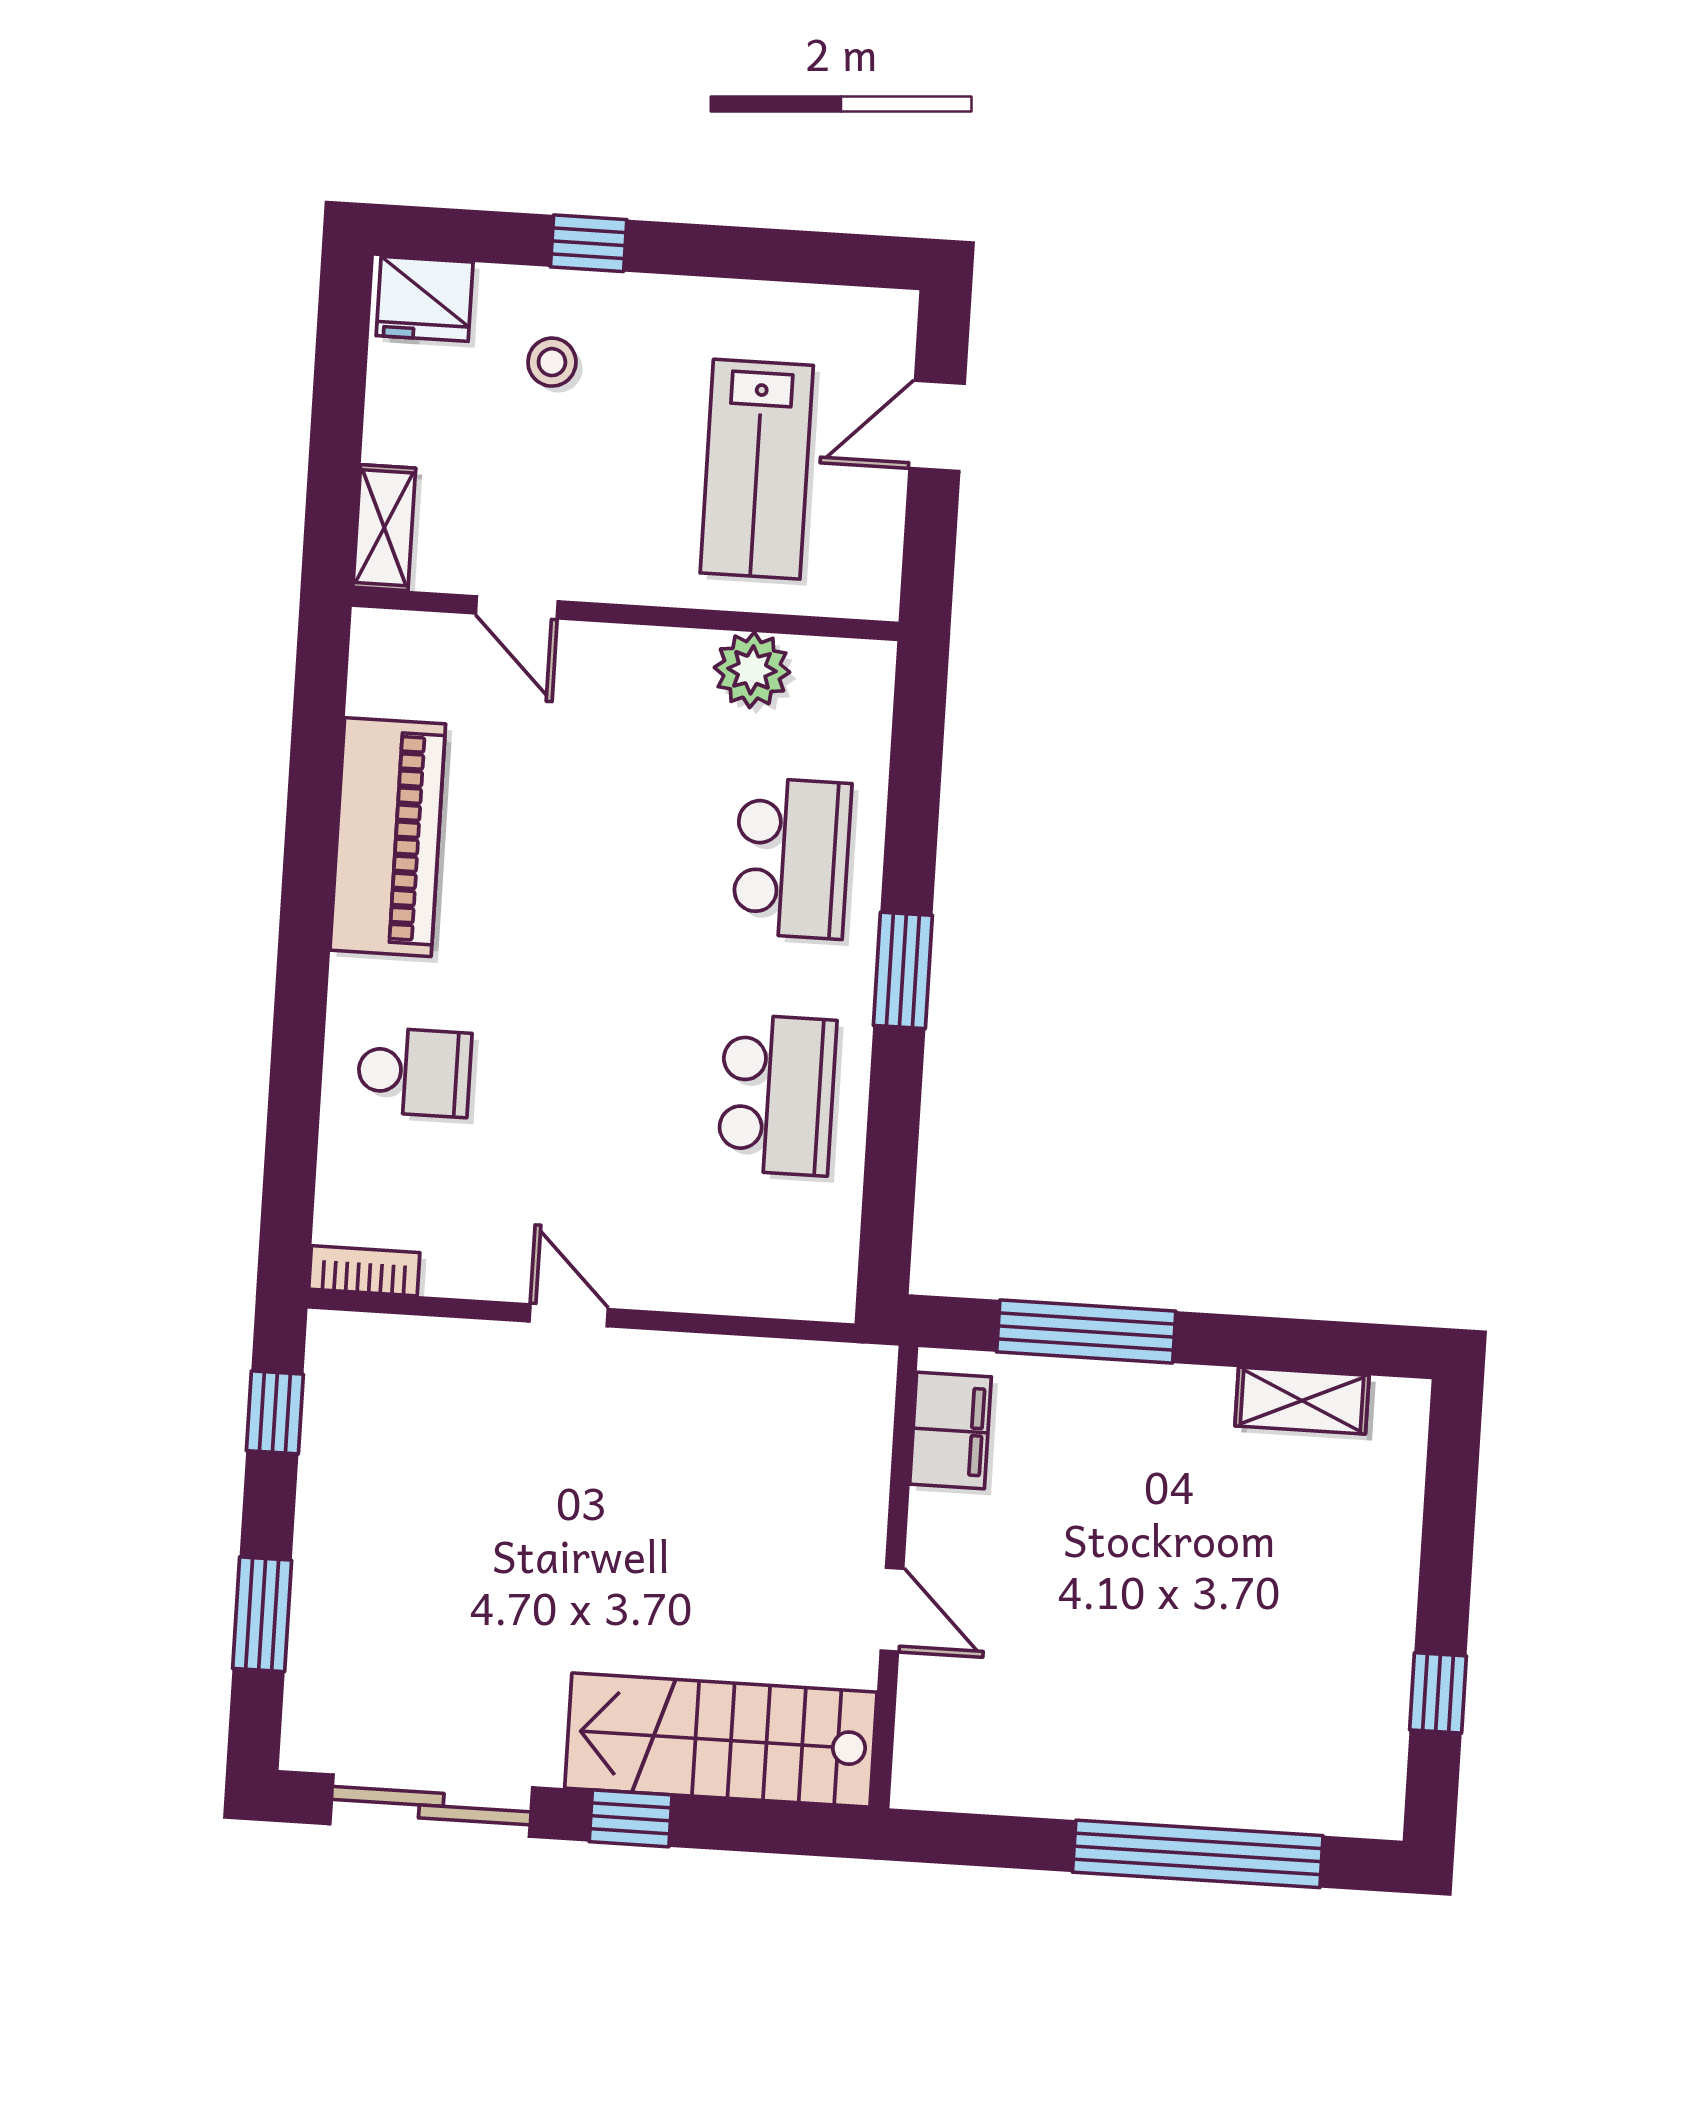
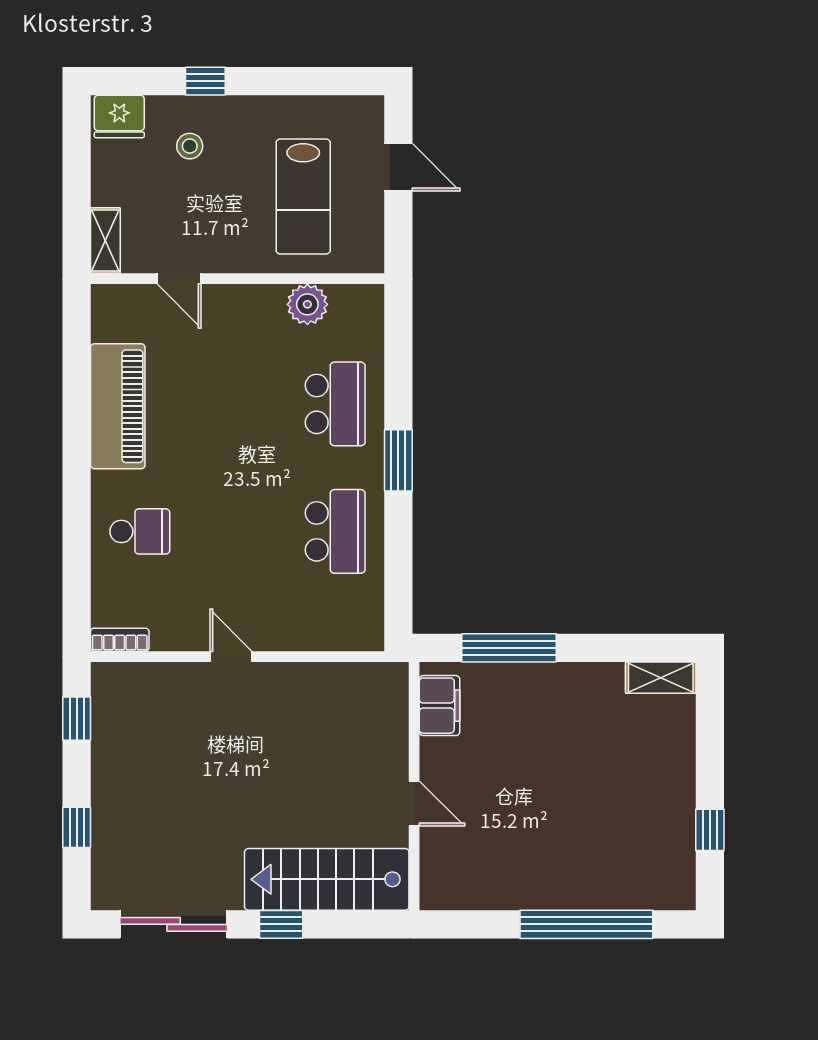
door: (937, 426) -> (398, 167), swing flipped
shelving: (1302, 1401) -> (661, 678), moved
window: (262, 1614) -> (77, 827), width x0.67

